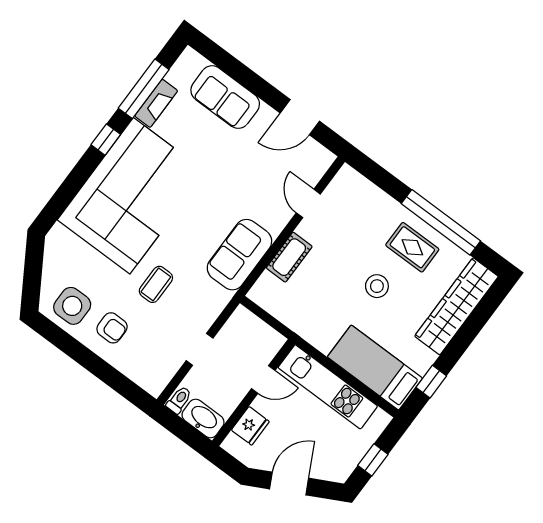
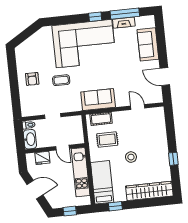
door: (308, 203) -> (138, 107), hinge flipped
window: (441, 222) -> (173, 159), width x0.32
rug: (412, 247) -> (107, 139), moved, turned 90
cot: (289, 257) -> (101, 119), moved
side table: (72, 306) -> (27, 58), removed

